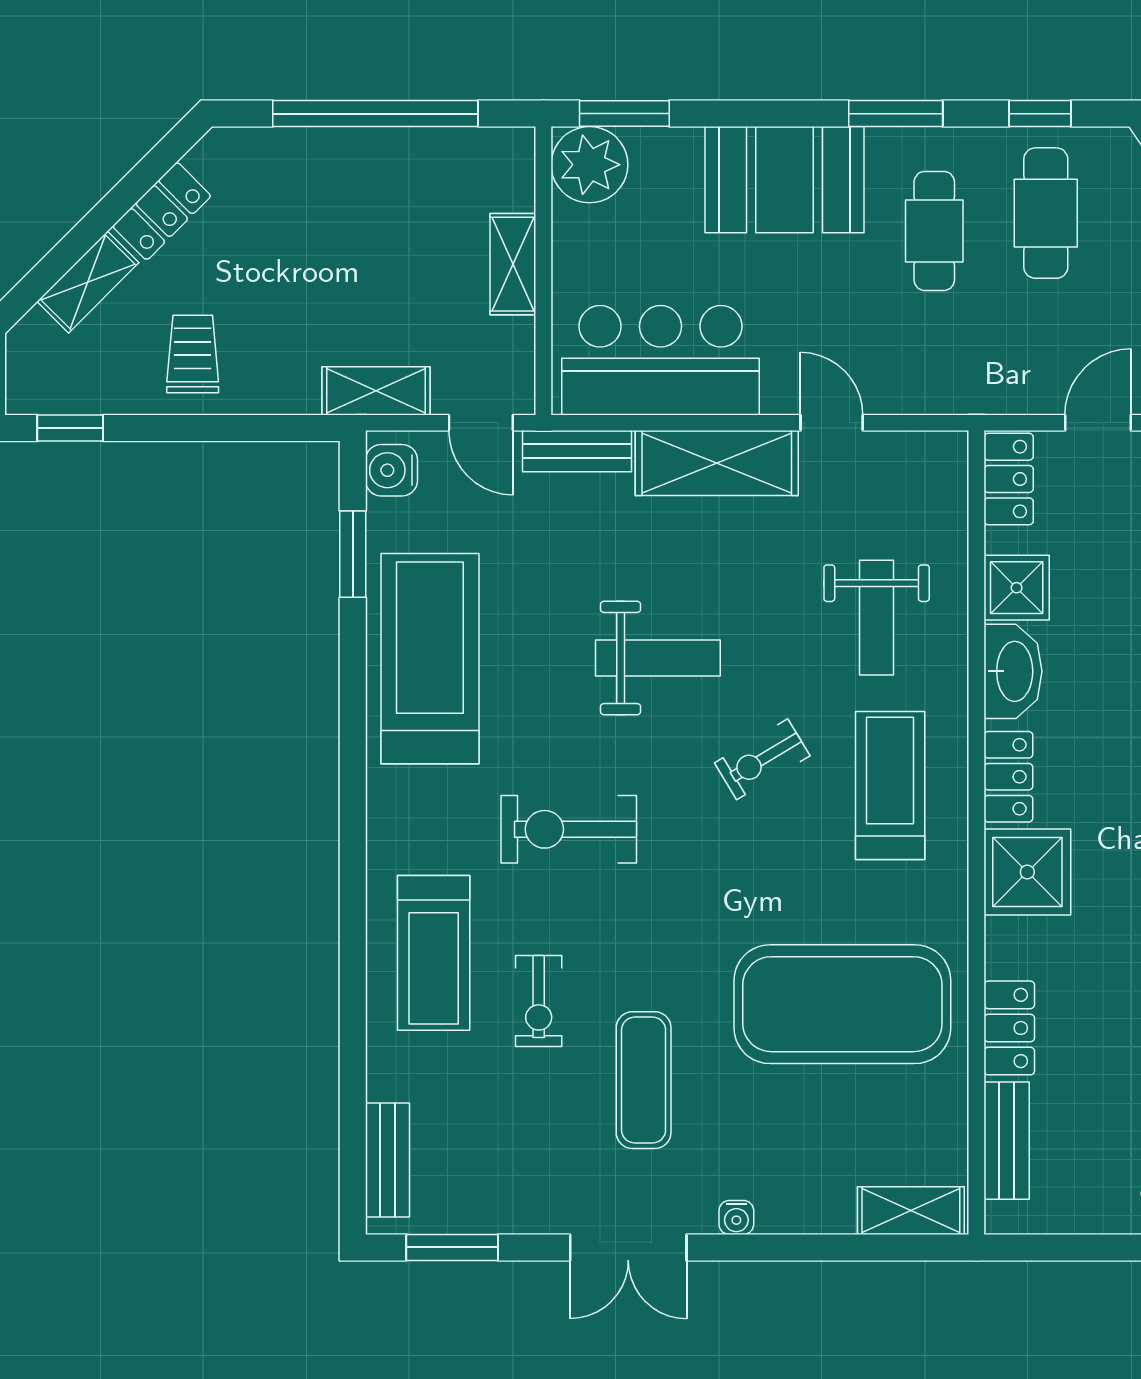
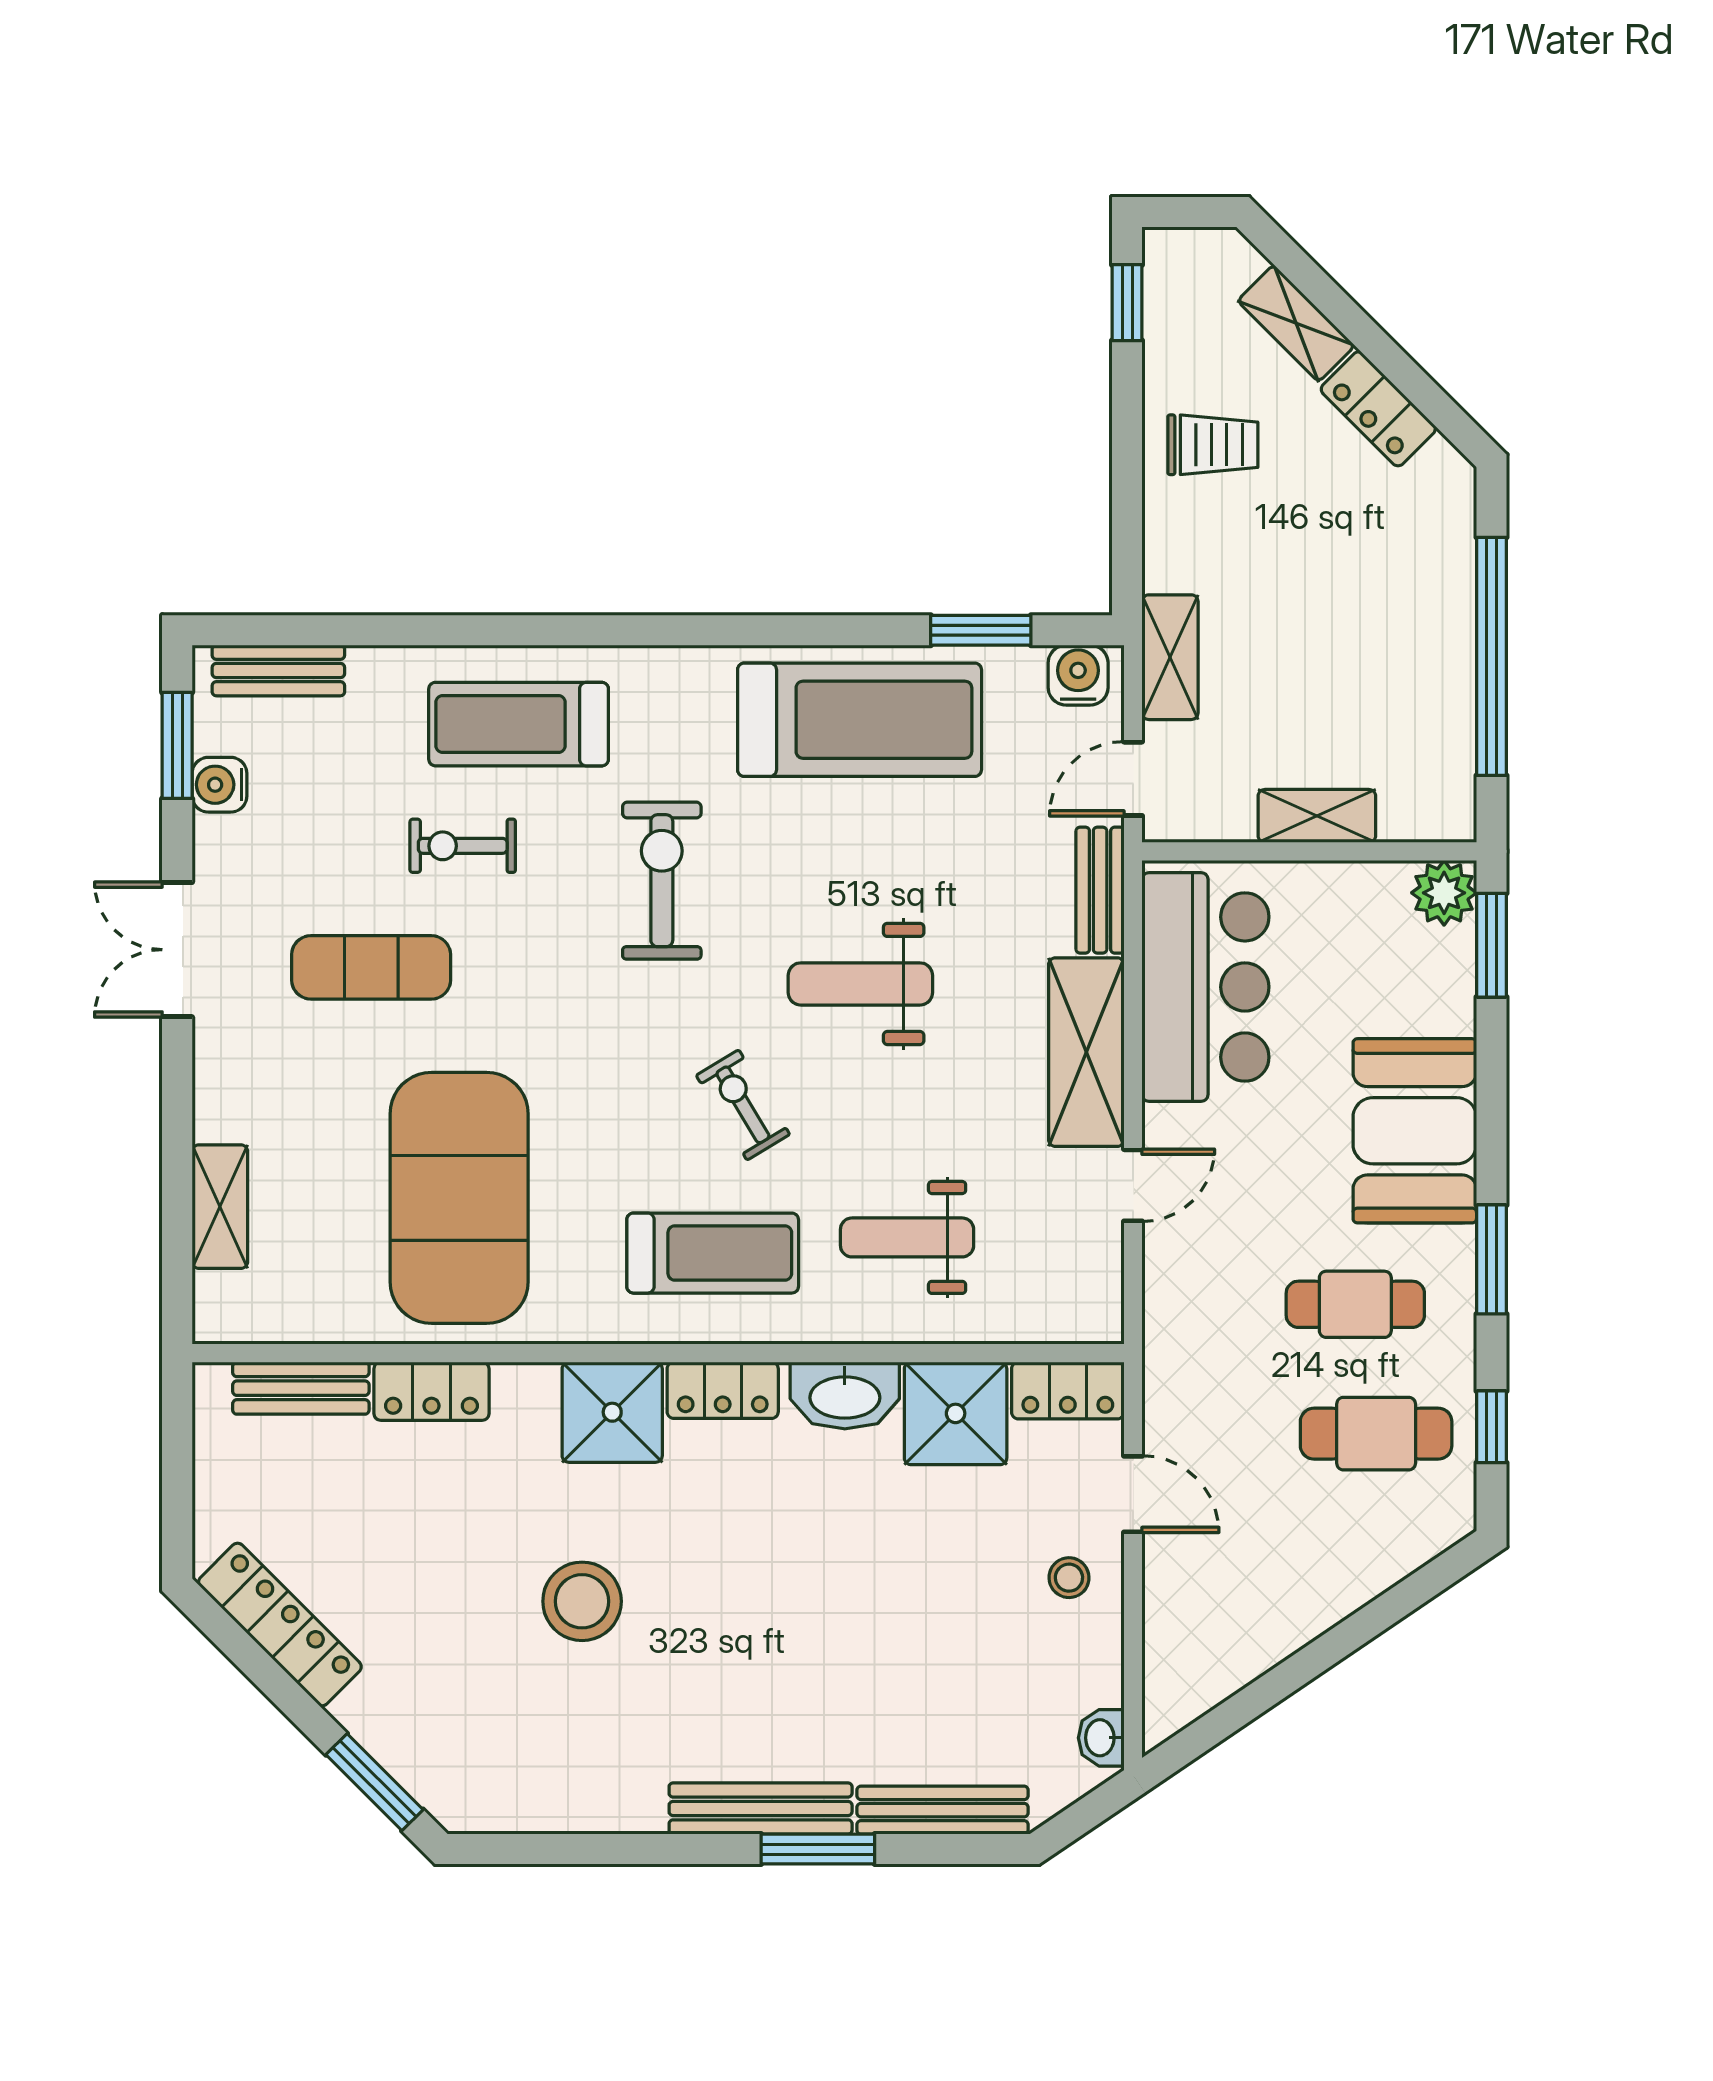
plant: (589, 165) -> (1444, 893), width x0.73, depth x0.73
shower: (1017, 588) -> (956, 1413), width x1.36, depth x1.36
weight bench: (658, 658) -> (860, 984), turned 90
shelving: (911, 1211) -> (220, 1207), moved
water cooler: (736, 1217) -> (219, 785), moved, width x1.38, depth x1.38

